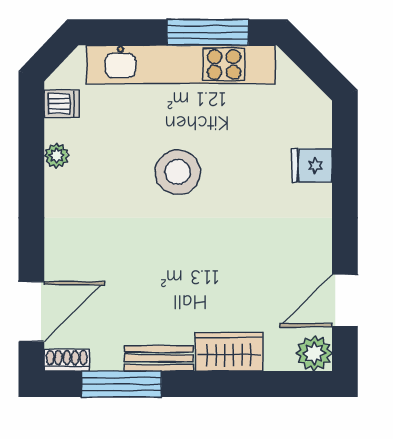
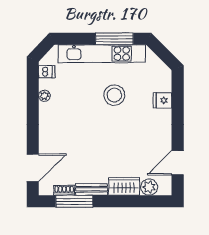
stool: (178, 172) -> (114, 95), moved
plant: (314, 353) -> (149, 187), moved
shoe rack: (67, 360) -> (64, 190), moved

